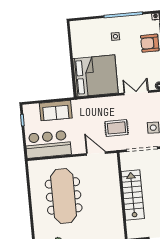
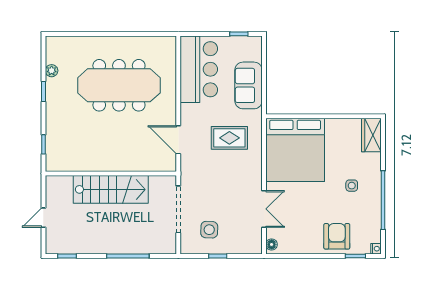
wardrobe: (81, 27) -> (371, 135), added
rug: (116, 128) -> (229, 138), moved, turned 90
door: (96, 153) -> (178, 140), swing flipped

